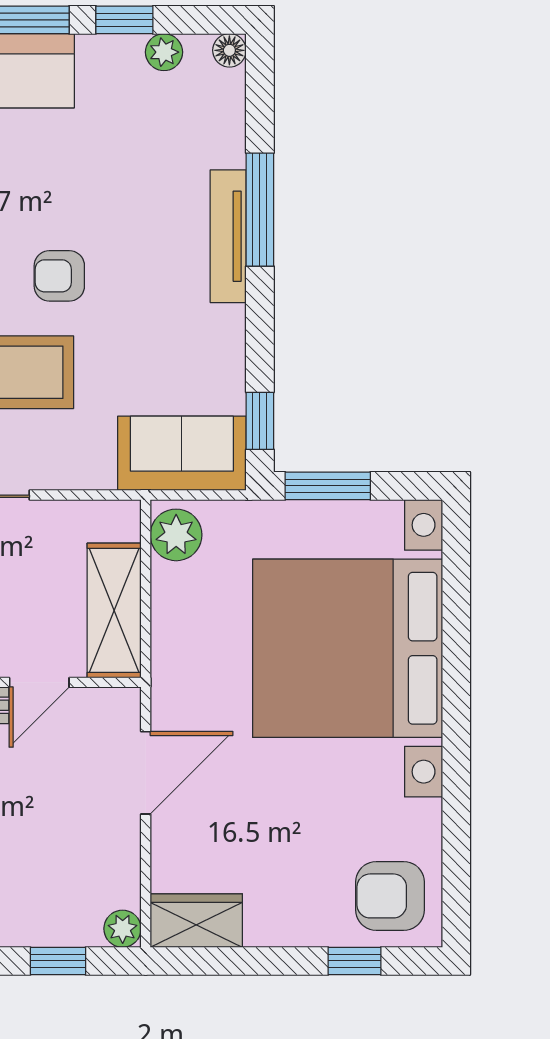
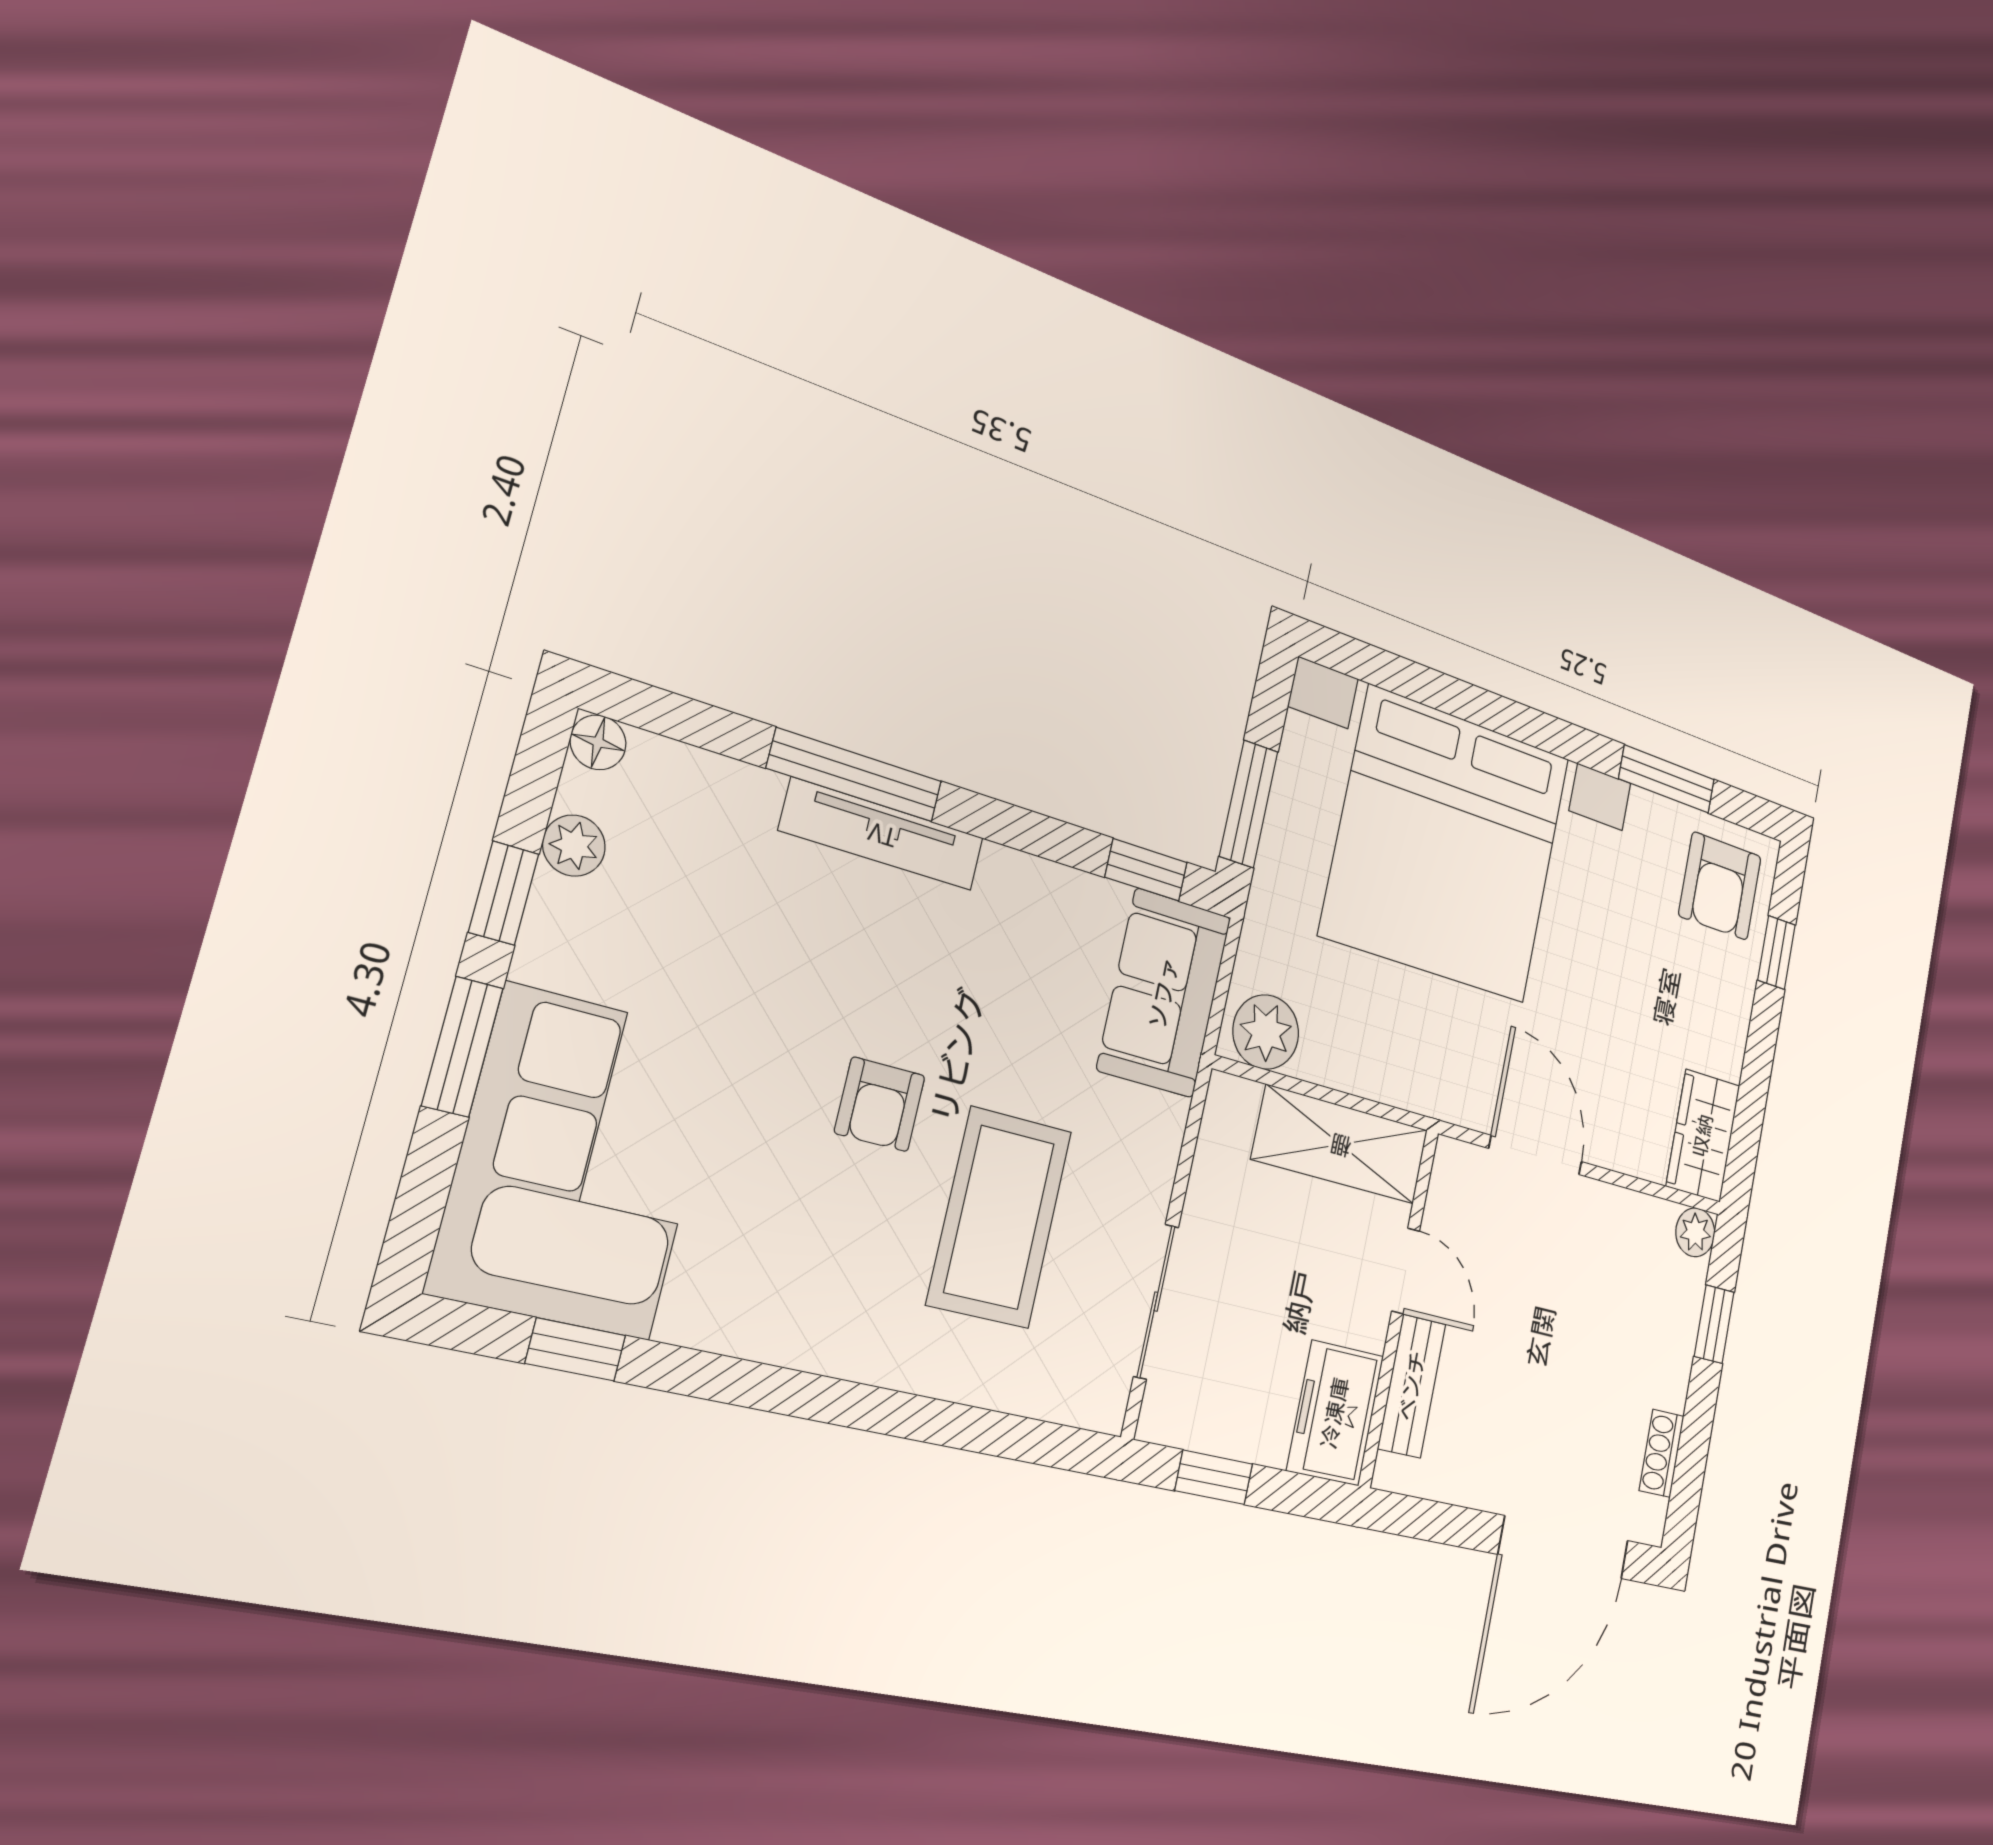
window: (456, 829) -> (1667, 779), added

